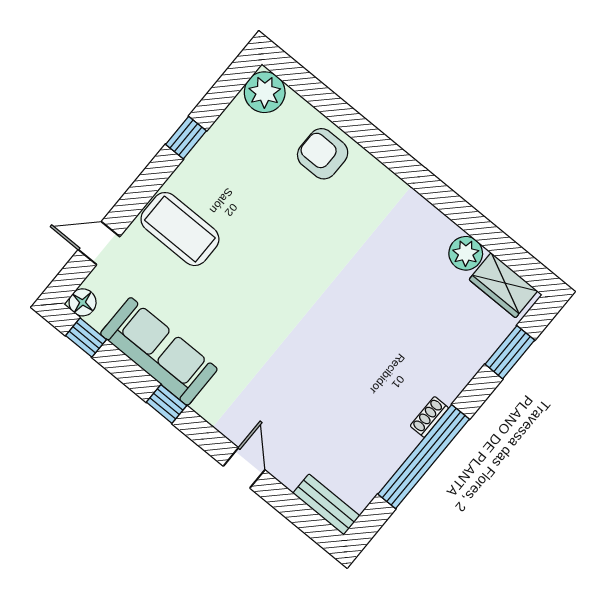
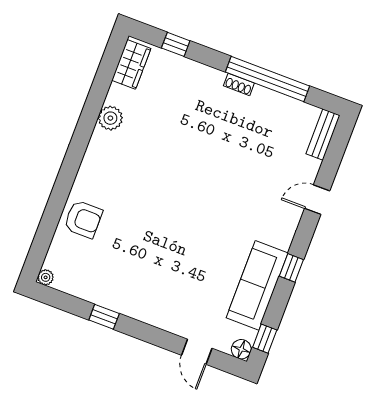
plant: (265, 92) -> (46, 277), width x0.53, depth x0.53
armchair: (323, 154) -> (83, 219), turned -90
coffee table: (180, 229) -> (168, 300), removed
plant: (466, 253) -> (110, 118), moved
window: (510, 352) -> (176, 44), width x0.67

